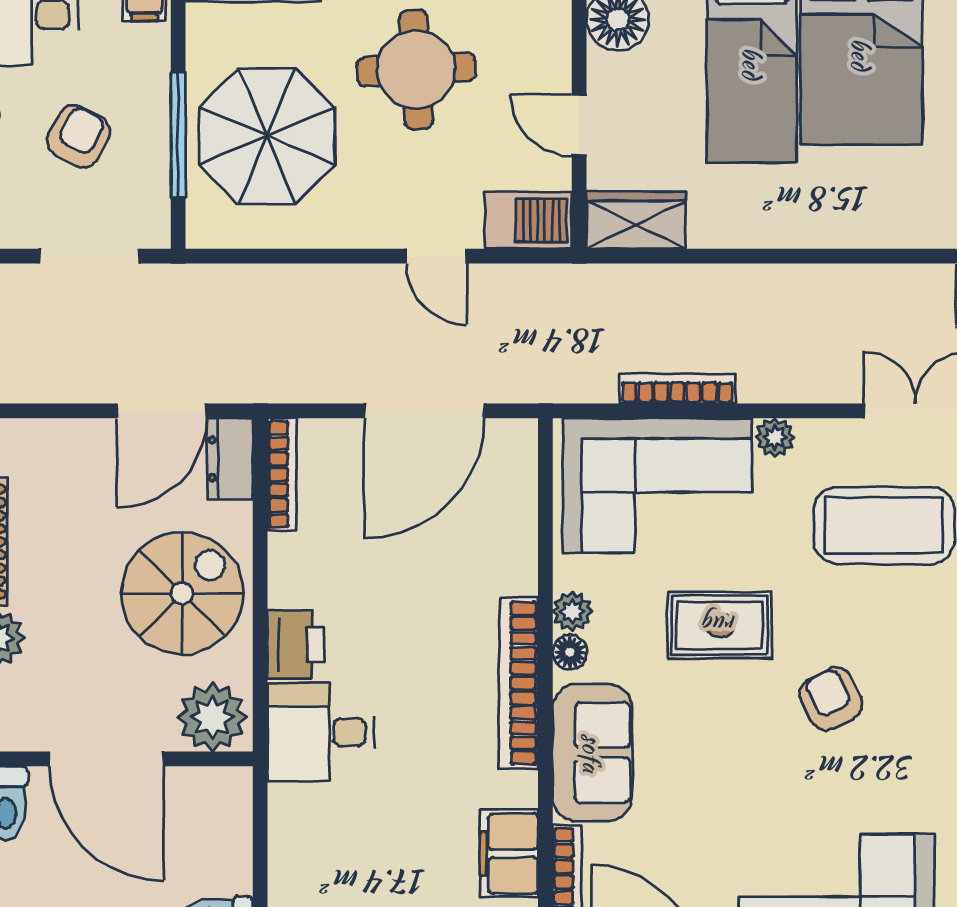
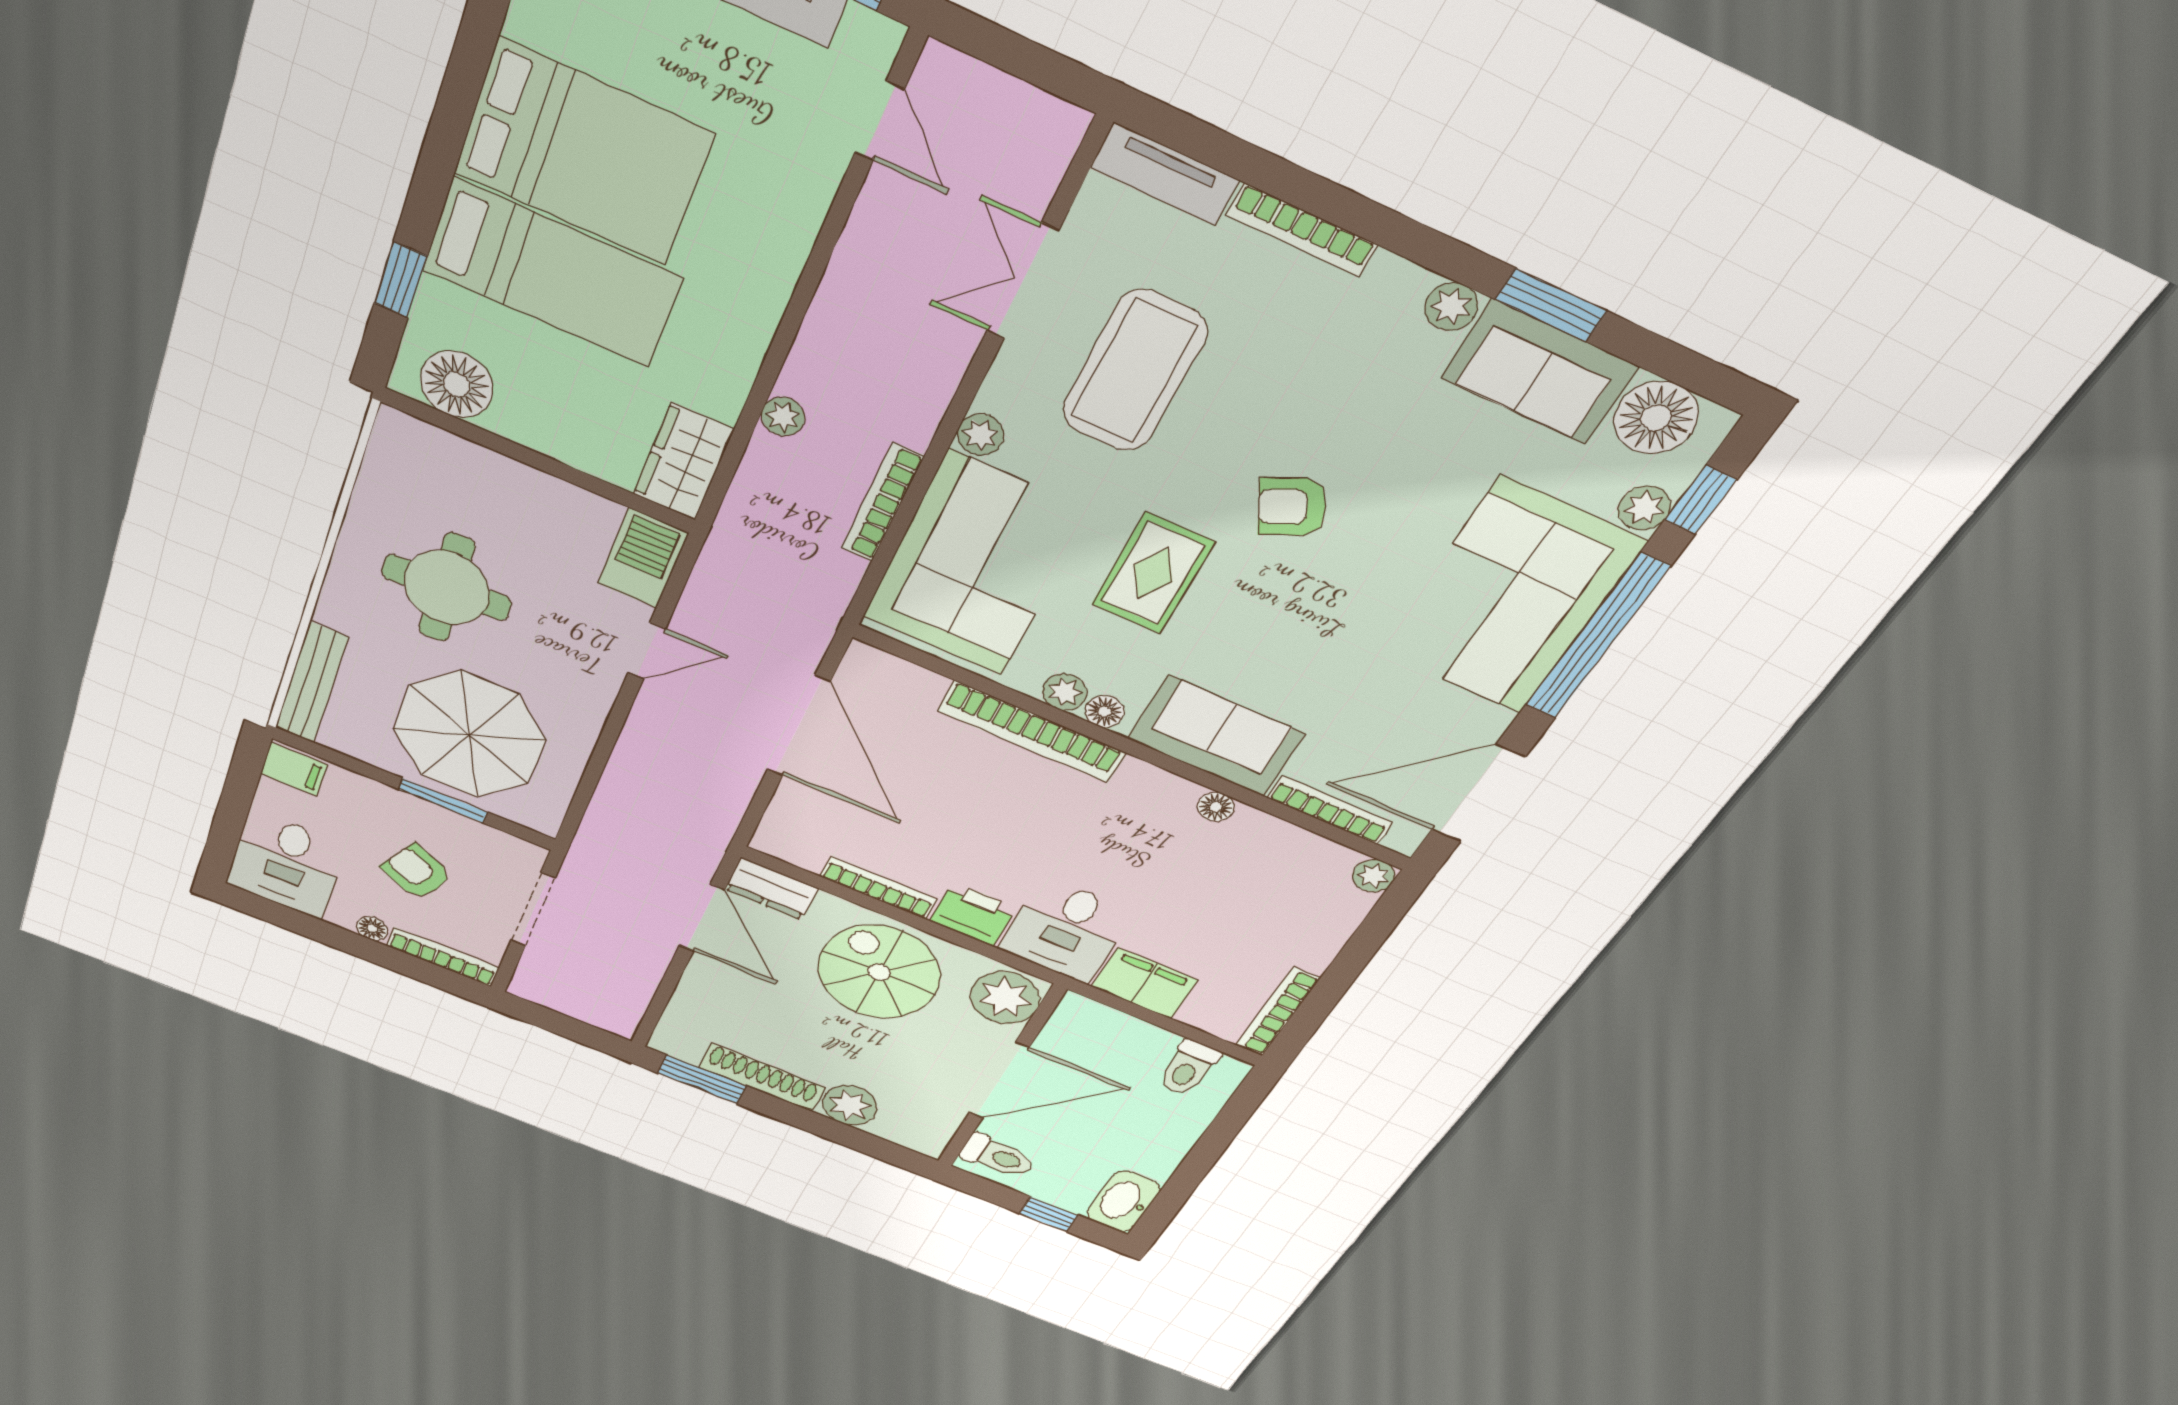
door: (579, 125) -> (559, 470), removed
window: (178, 135) -> (443, 801), width x0.69
plant: (716, 282) -> (783, 416), added
bookcase: (282, 474) -> (879, 888), moved
bookcase: (519, 683) -> (1031, 732), moved
floor lamp: (521, 789) -> (1216, 807), added
filing cabinet: (509, 854) -> (1145, 983), moved, turned 180

